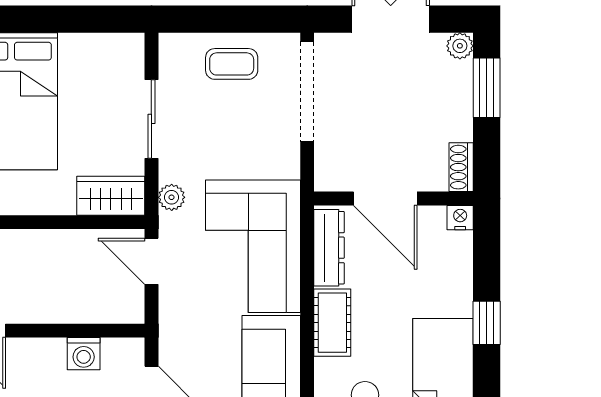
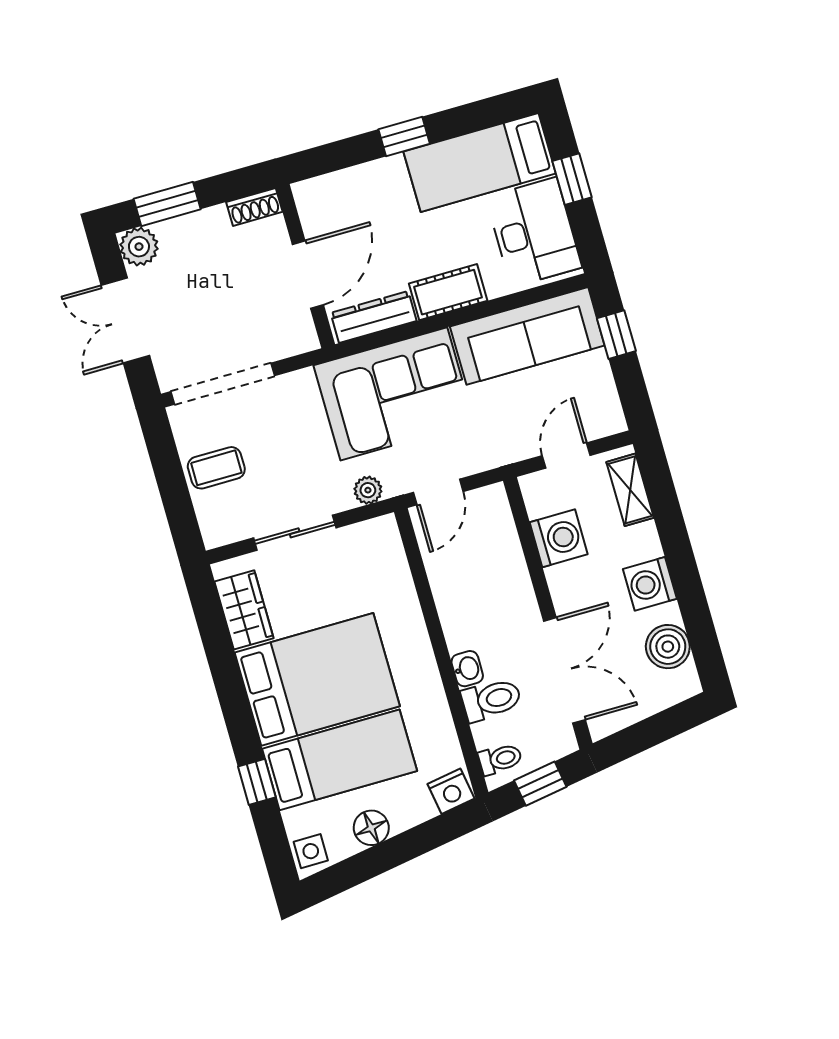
plant: (460, 46) -> (139, 247), width x1.38, depth x1.38
coffee table: (232, 64) -> (216, 468), turned 90
wardrobe: (111, 196) -> (244, 610), moved, turned 180
nightstand: (460, 218) -> (305, 193), removed
washing machine: (84, 354) -> (559, 538), width x1.38, depth x1.38

